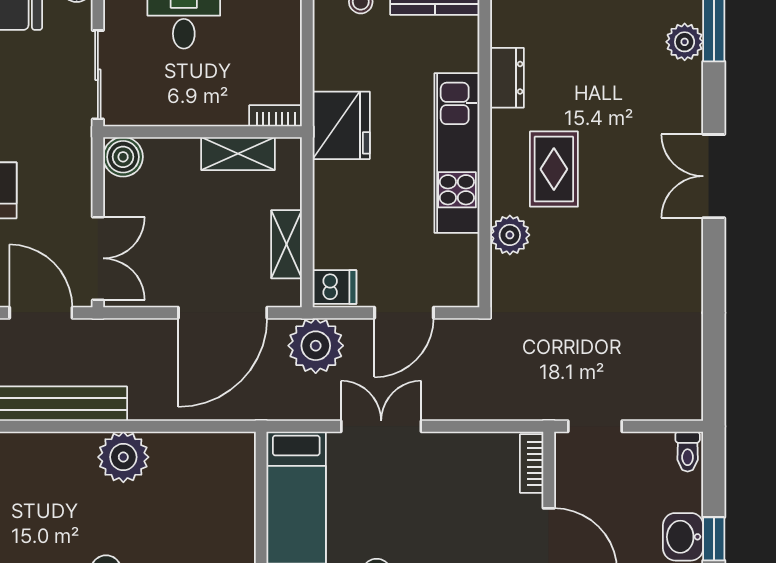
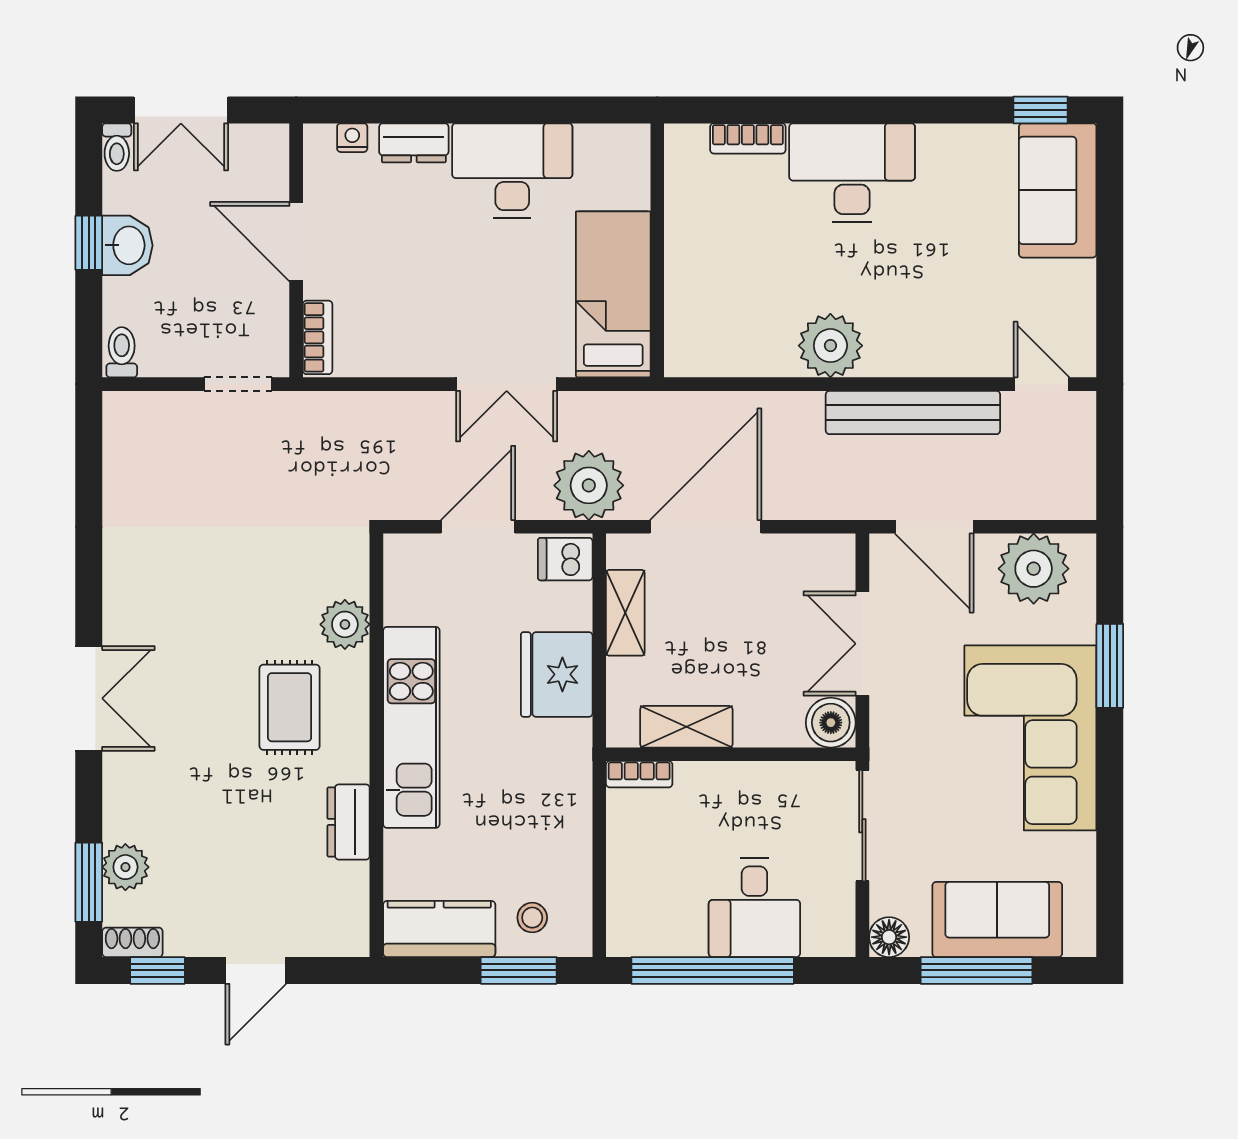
fridge: (341, 125) -> (557, 674), moved
double door: (98, 258) -> (862, 644), moved

